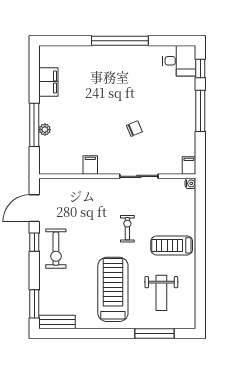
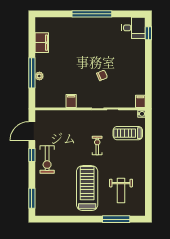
window: (200, 111) -> (148, 63), removed
treadmill: (172, 245) -> (128, 133), moved
bench: (57, 322) -> (48, 211), removed

